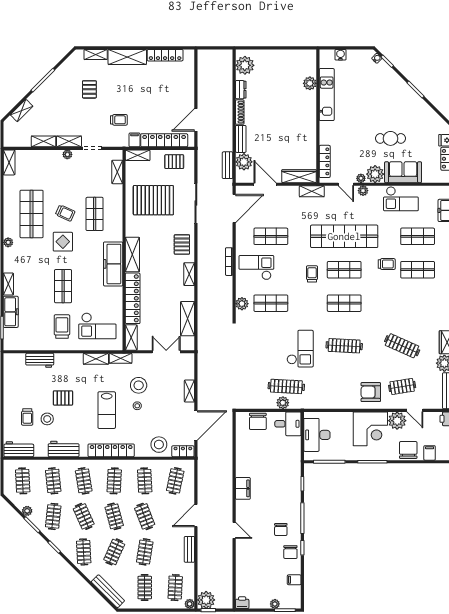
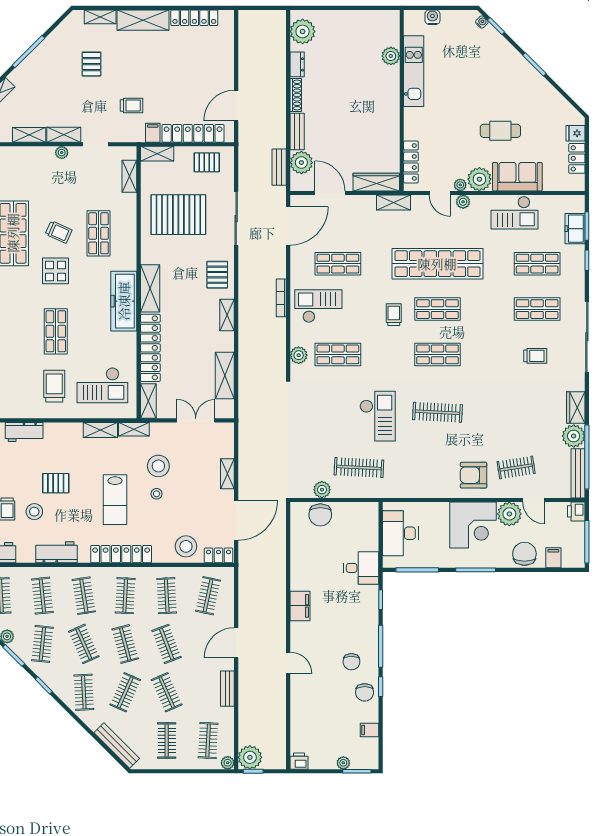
trolley: (387, 264) -> (535, 356), moved
clothes rail: (402, 346) -> (516, 412), removed
plant: (283, 403) -> (322, 490), moved
desk: (288, 424) -> (361, 568), moved
clothes rail: (145, 552) -> (167, 692), turned -33

